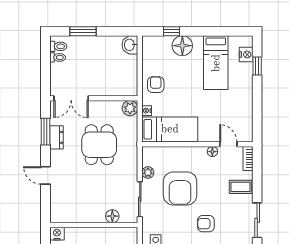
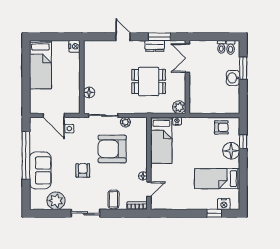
washbasin: (130, 45) -> (233, 78), moved, turned -90
armchair: (156, 85) -> (221, 127), moved
door: (46, 175) -> (123, 37), hinge flipped

